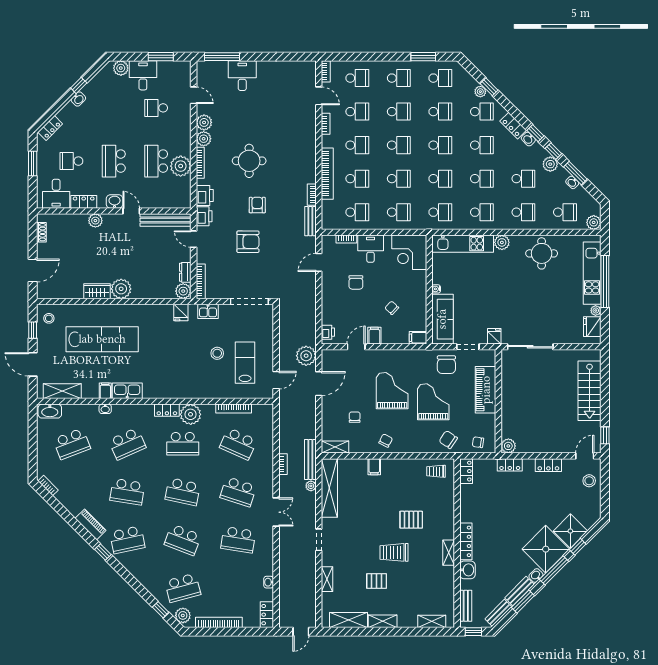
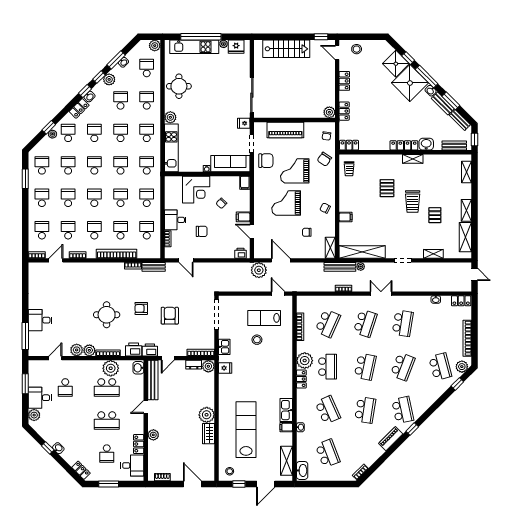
washbasin: (115, 201) -> (138, 368), moved
corner desk: (409, 252) -> (196, 190), moved

